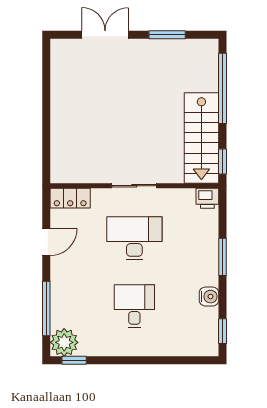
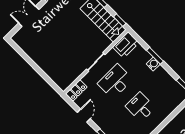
printer: (207, 198) -> (126, 45), width x1.87, depth x1.48
water cooler: (209, 297) -> (153, 64), moved

